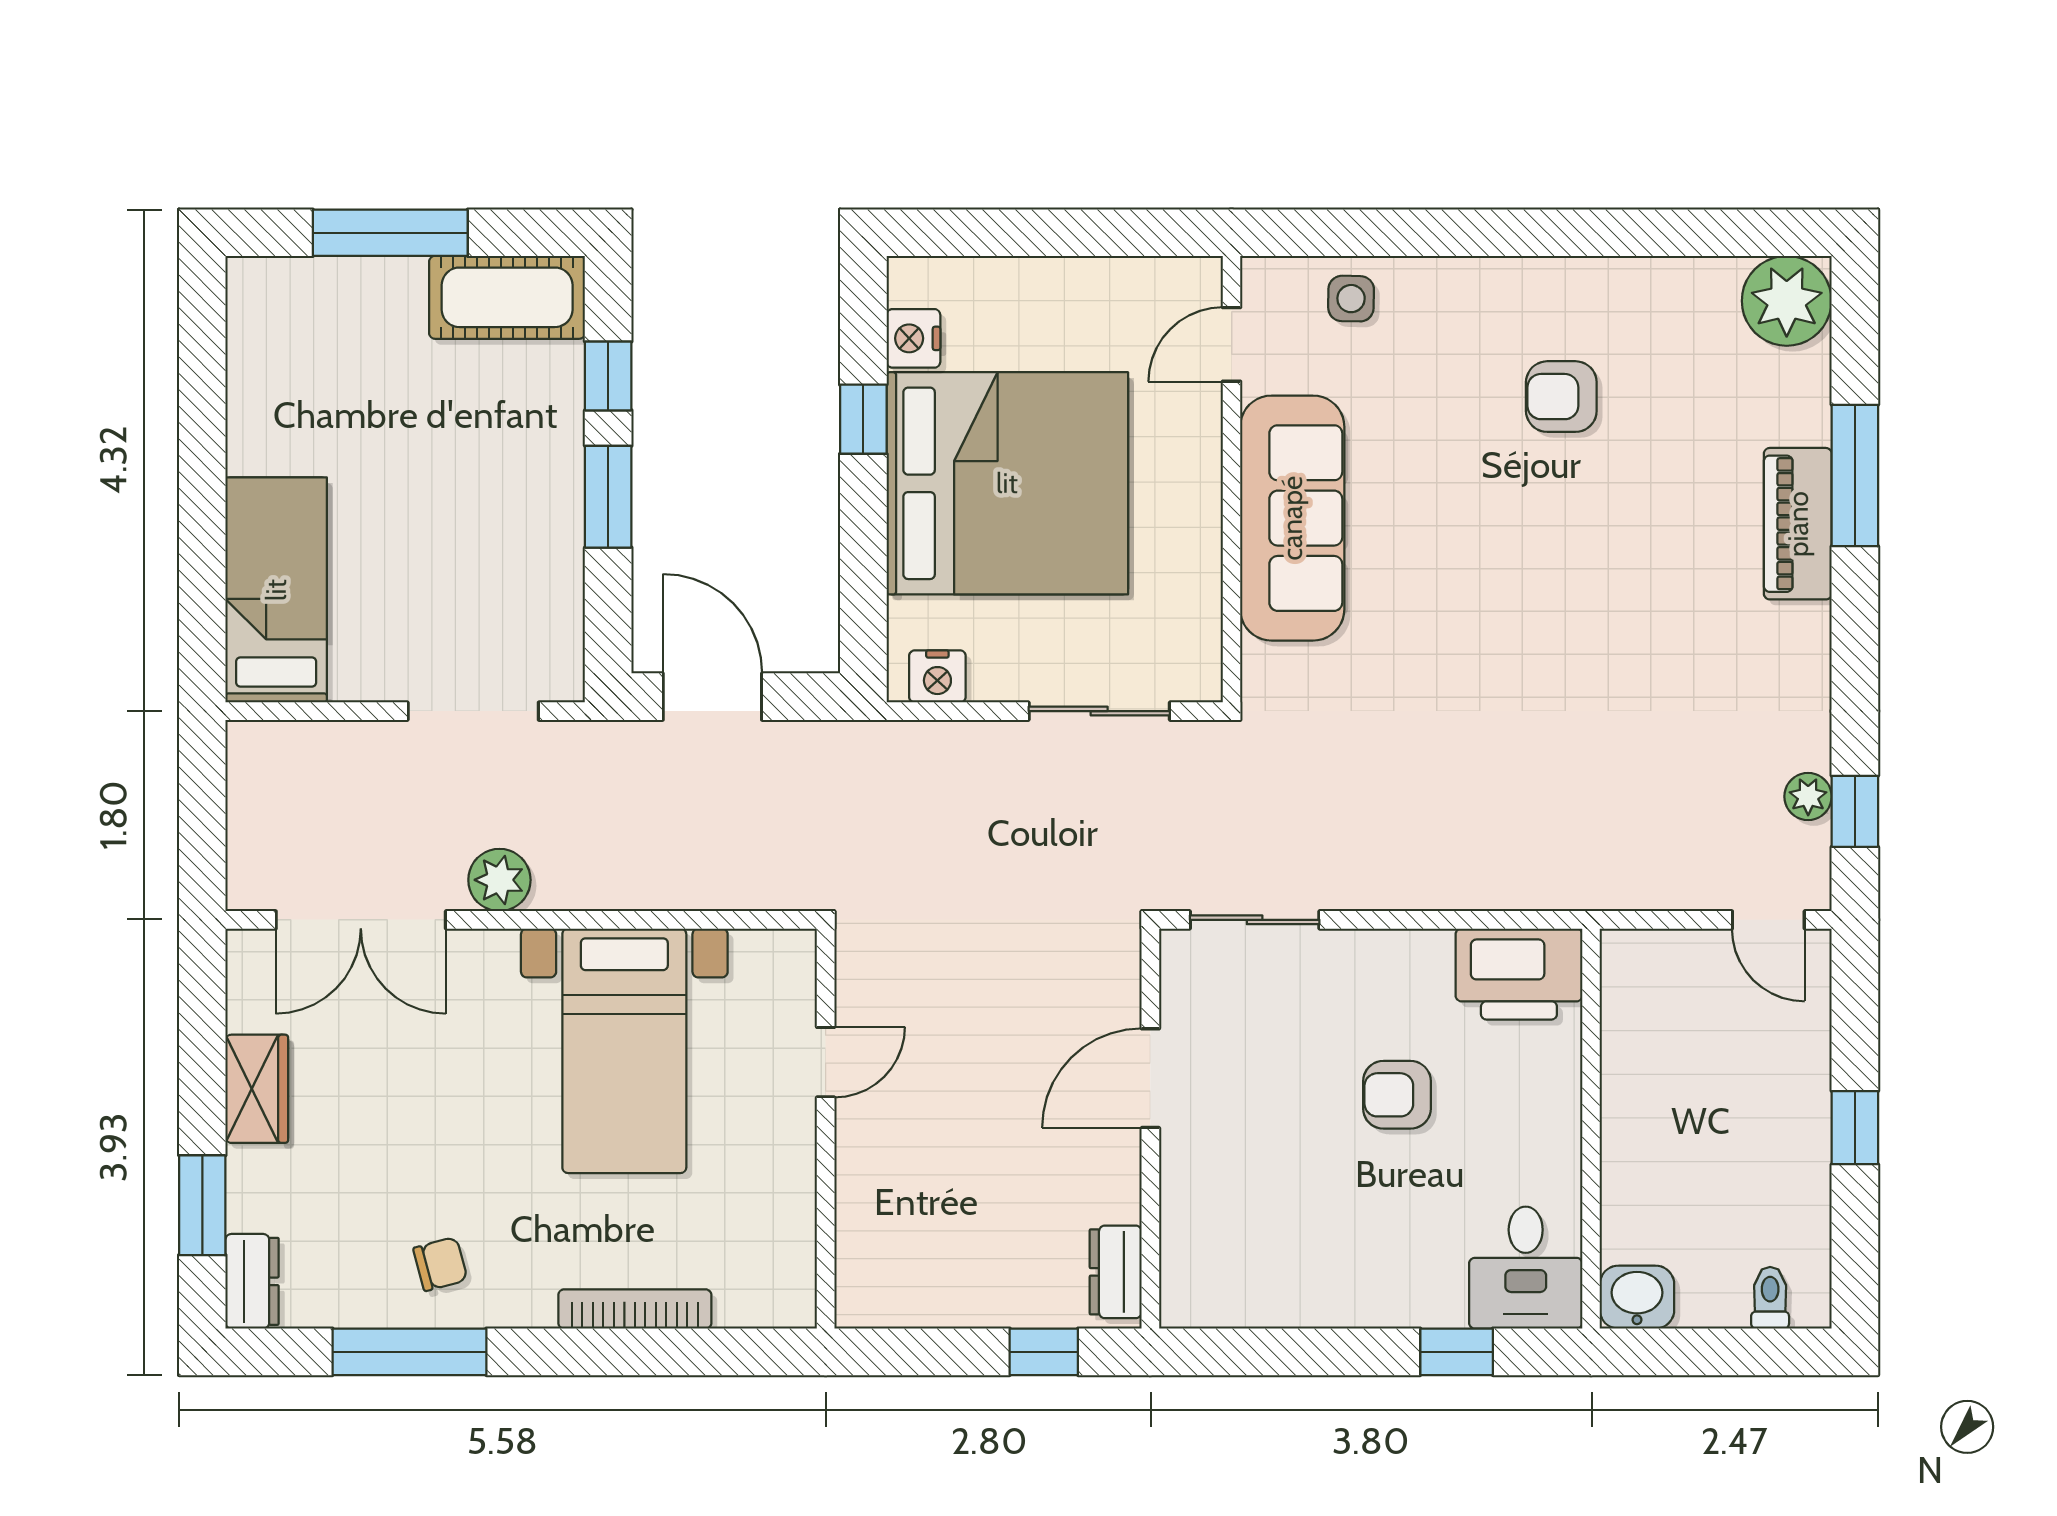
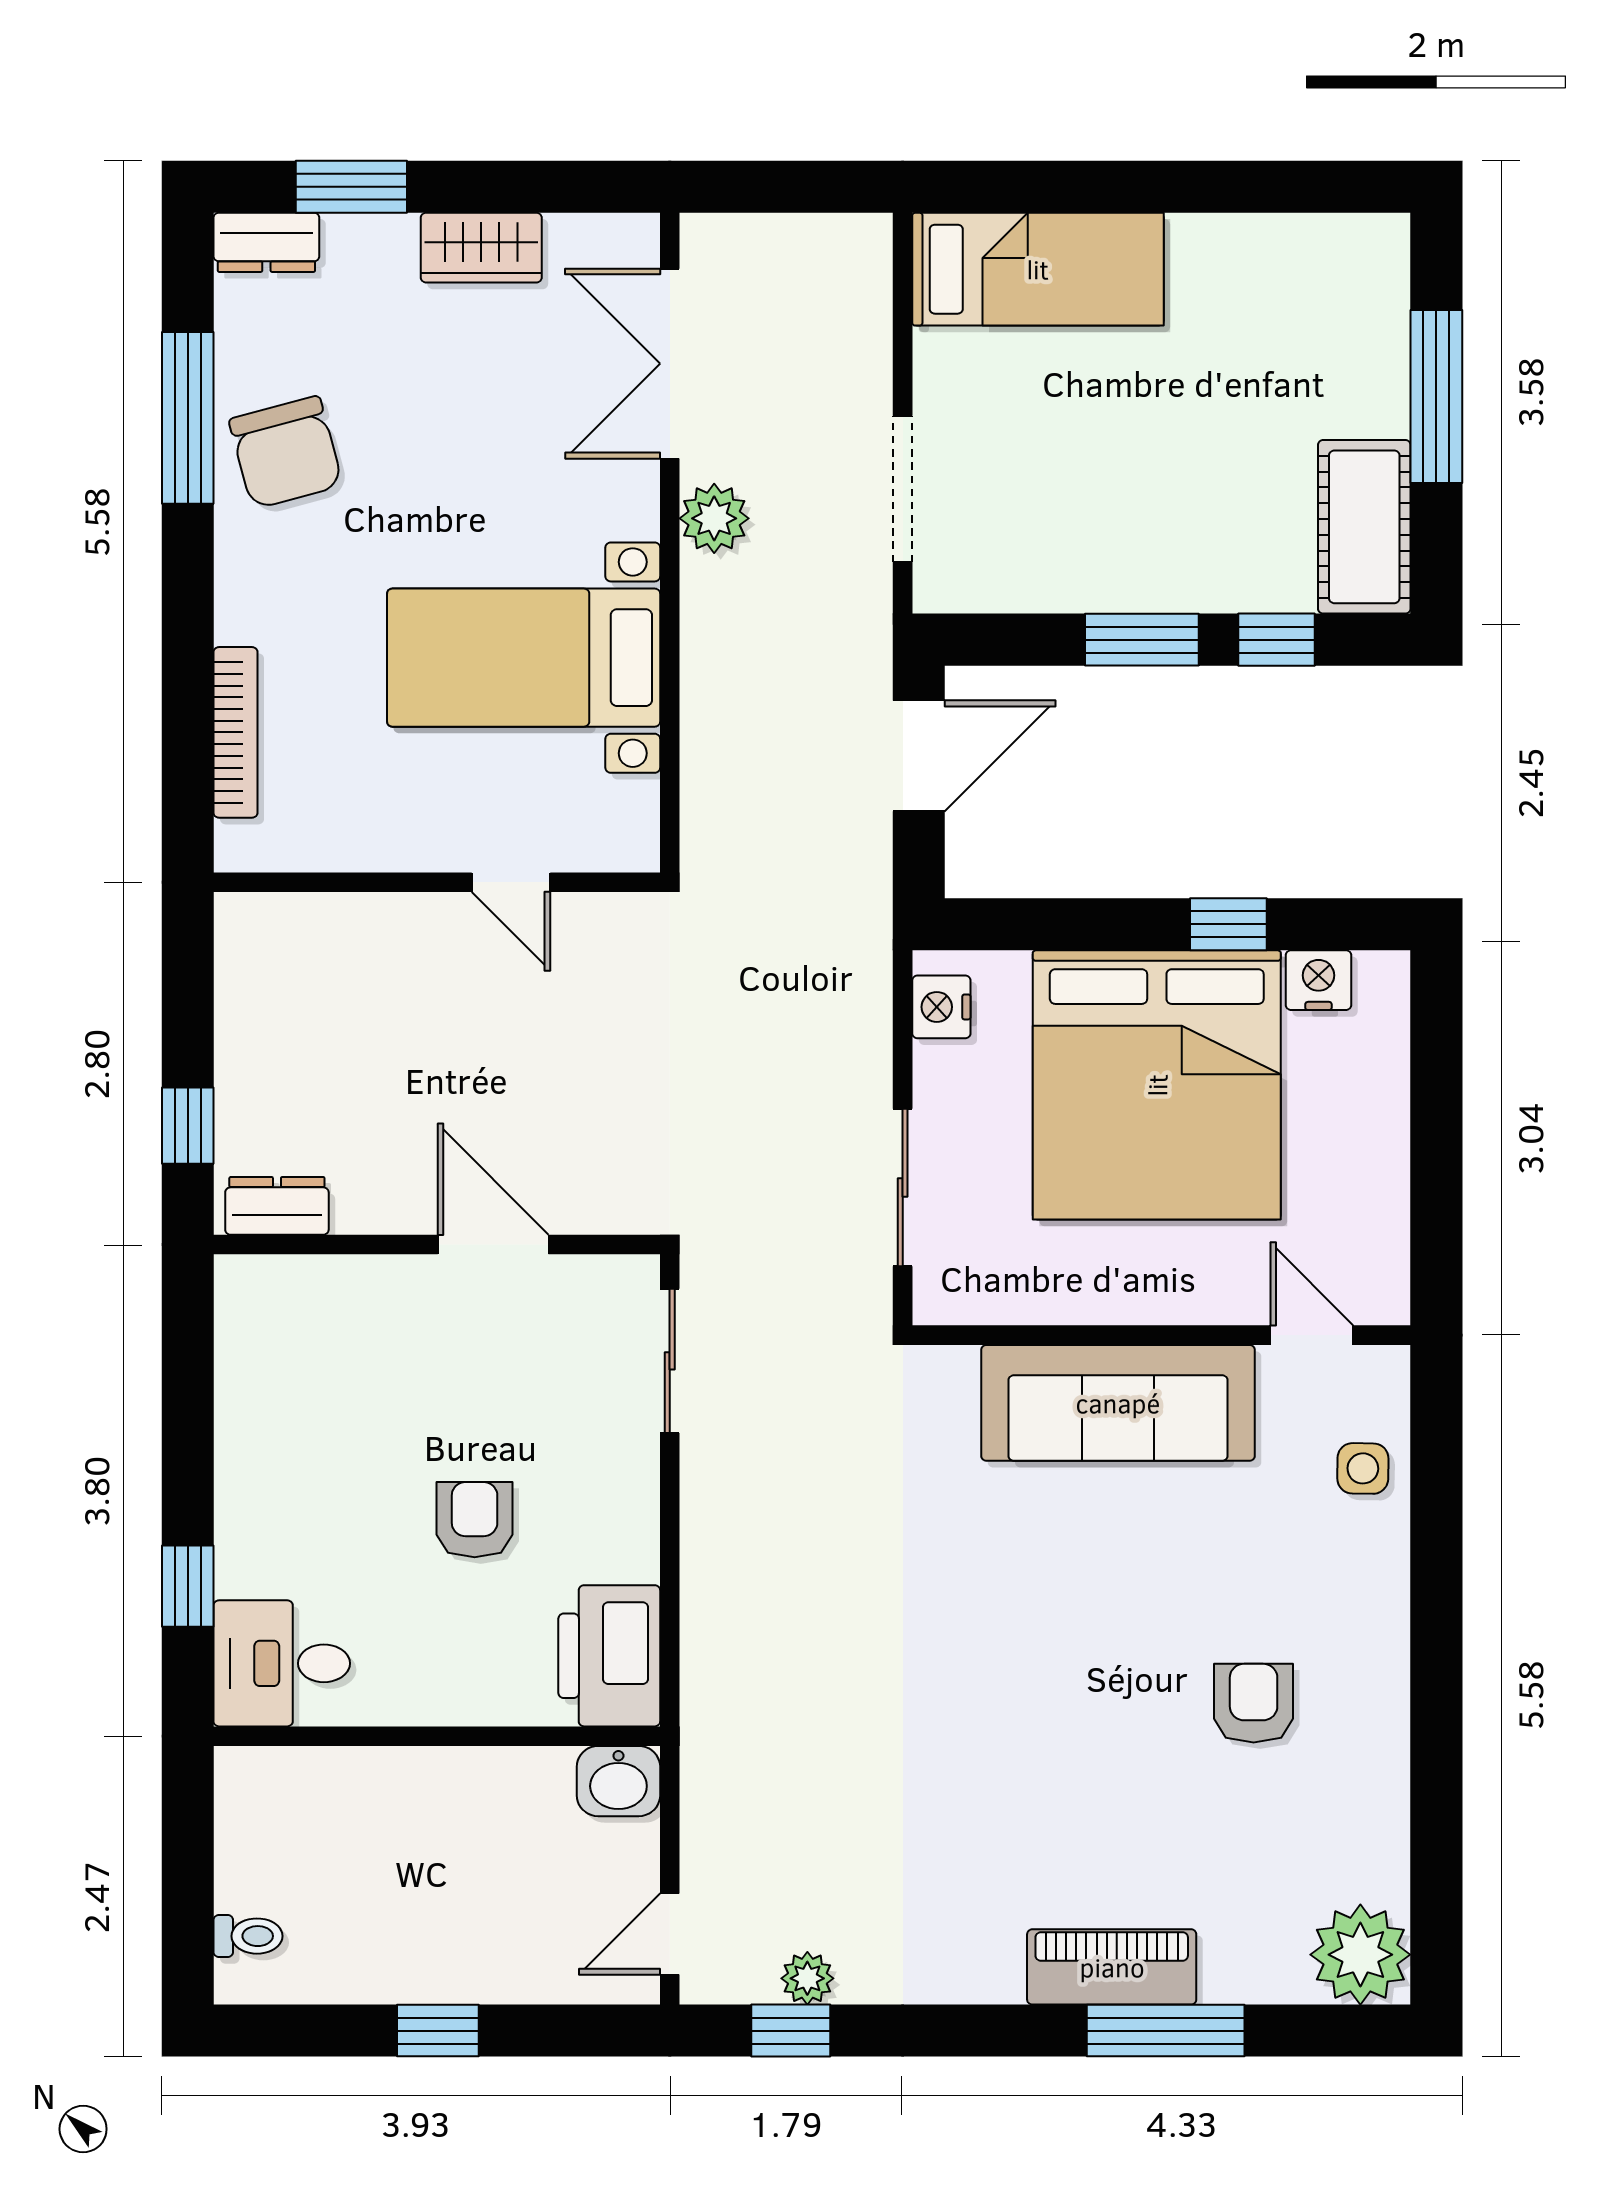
chair: (440, 1264) -> (286, 452), width x1.87, depth x1.87
washbasin: (1637, 1297) -> (618, 1781), moved, turned 90
bookcase: (635, 1309) -> (236, 732), moved

